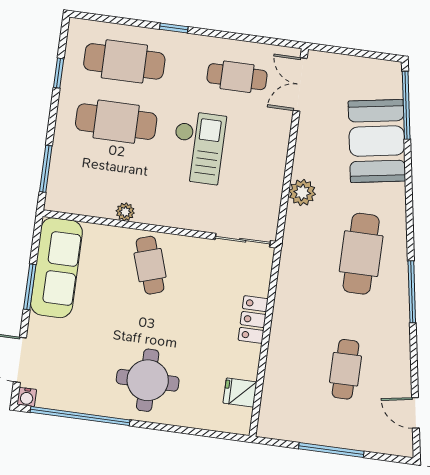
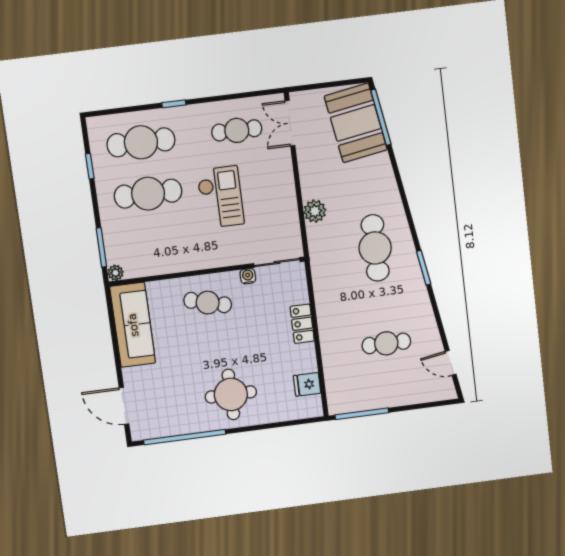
booth: (377, 141) -> (356, 123), moved
plant: (125, 212) -> (116, 273), moved
cafe table: (150, 265) -> (208, 303), turned -57
window: (30, 287) -> (115, 346), removed
window: (412, 292) -> (424, 268), width x0.69
cafe table: (346, 369) -> (386, 343), turned 90
water cooler: (27, 397) -> (248, 276), moved, turned 180
window: (331, 450) -> (362, 414), moved

